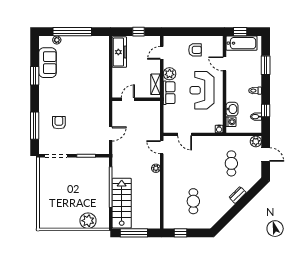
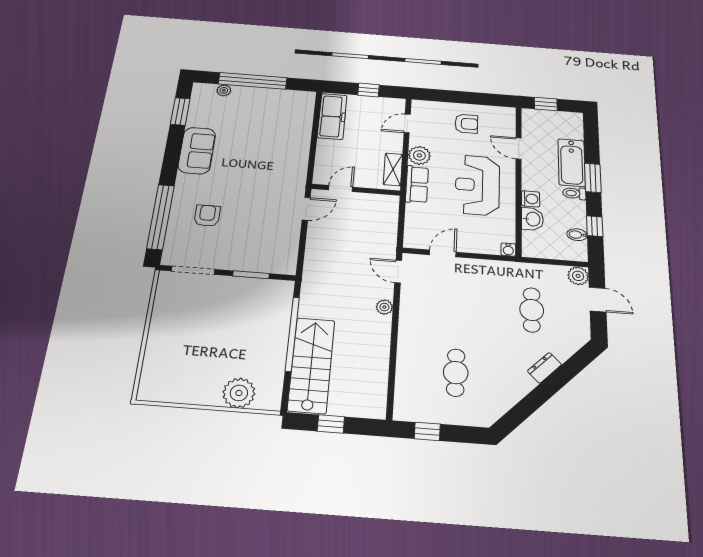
bathtub: (242, 43) -> (572, 163), moved, turned 90
sofa: (47, 63) -> (197, 150), moved
window: (266, 65) -> (593, 178), moved
window: (35, 76) -> (180, 112), moved
washing machine: (231, 122) -> (531, 199), moved
window: (35, 126) -> (161, 217), width x1.46
door: (111, 134) -> (306, 209), moved
door: (185, 134) -> (443, 253), swing flipped
window: (134, 233) -> (331, 424), width x0.46

